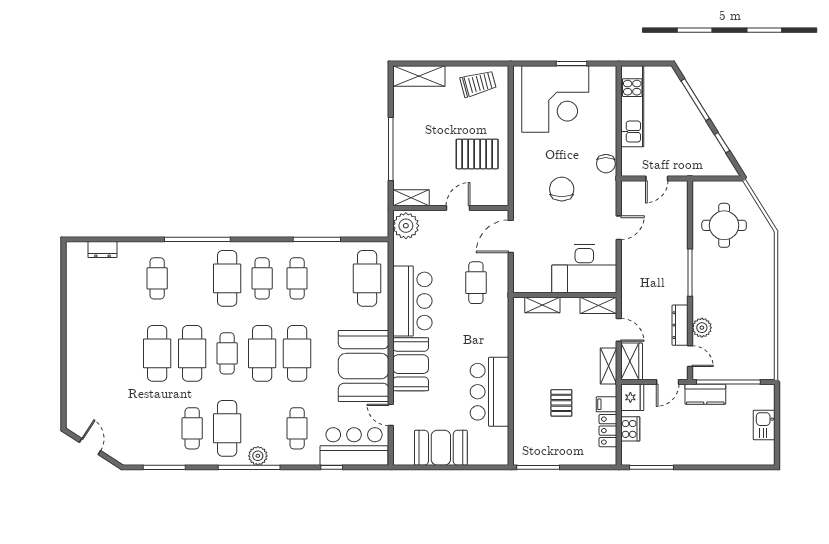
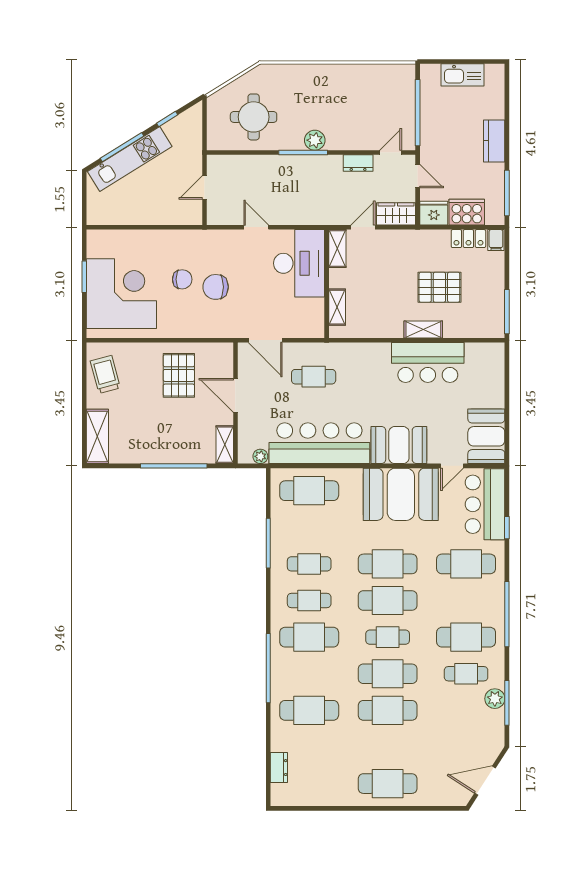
kitchen unit: (632, 106) -> (130, 159), moved, turned 148
chair: (606, 164) -> (182, 279), moved
door: (657, 178) -> (205, 187), swing flipped
door: (458, 208) -> (235, 395), width x1.38
plant: (406, 226) -> (260, 456), width x0.53, depth x0.53
cafe table: (157, 278) -> (309, 710), width x1.37, depth x1.35
bar counter: (412, 301) -> (319, 443), width x1.36
dresser: (680, 325) -> (358, 163), width x0.70
plant: (702, 328) -> (315, 140), moved
cafe table: (87, 353) -> (388, 784), added
shelving: (608, 366) -> (423, 329), moved
kitchen counter: (705, 394) -> (494, 141), moved, turned 180
pallet: (561, 403) -> (439, 287), width x1.50, depth x1.42
filing cabinet: (606, 404) -> (496, 240), moved
kitchen sink: (764, 425) -> (463, 75), width x1.38
cafe table: (297, 428) -> (466, 564), width x1.37, depth x1.35
cooker: (630, 429) -> (467, 212), width x1.37, depth x1.31
door: (90, 446) -> (485, 781), width x1.38
booth: (441, 448) -> (486, 436), moved
plant: (258, 456) -> (495, 699), moved

